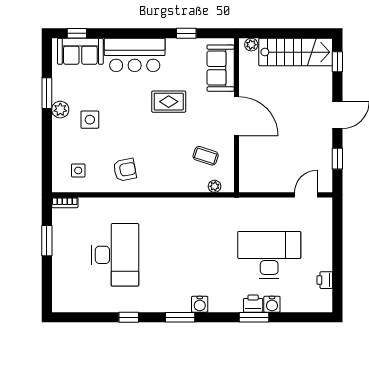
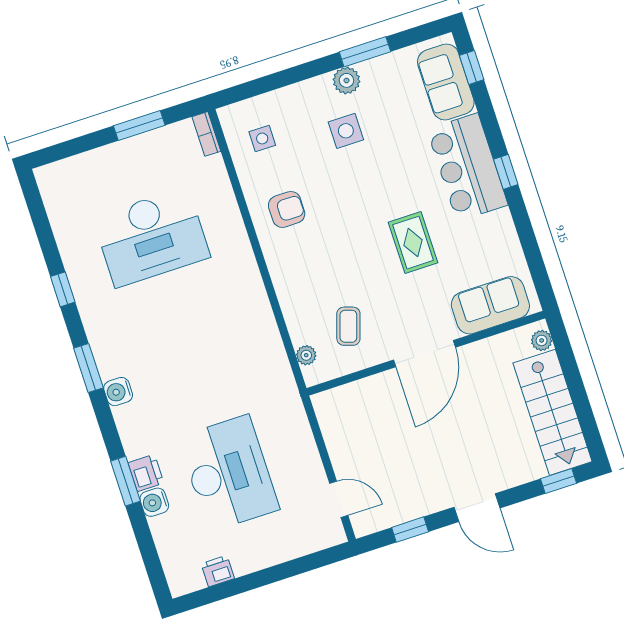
window: (186, 33) -> (506, 172), moved
armchair: (125, 170) -> (287, 209), turned -79

